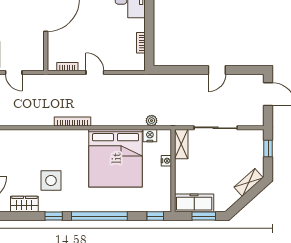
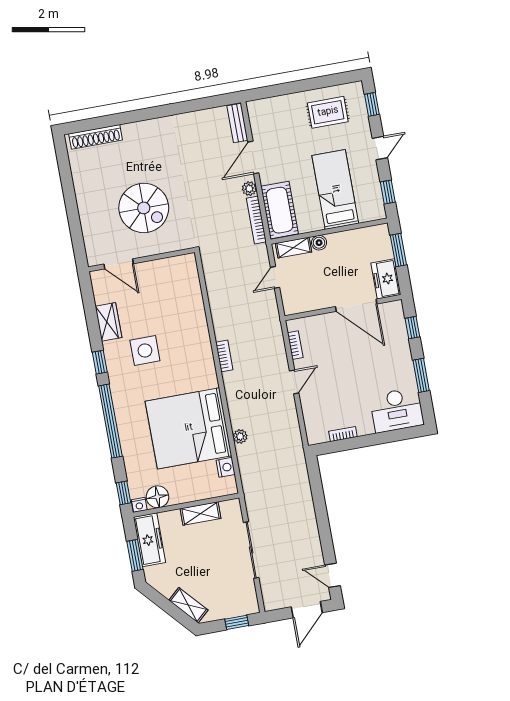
door: (217, 70) -> (333, 575), moved
bookcase: (72, 121) -> (224, 356), width x0.64
plant: (152, 121) -> (240, 436), moved
shelving: (181, 144) -> (201, 514), moved
nightstand: (166, 161) -> (139, 505), moved
floor lamp: (163, 191) -> (157, 497), added

